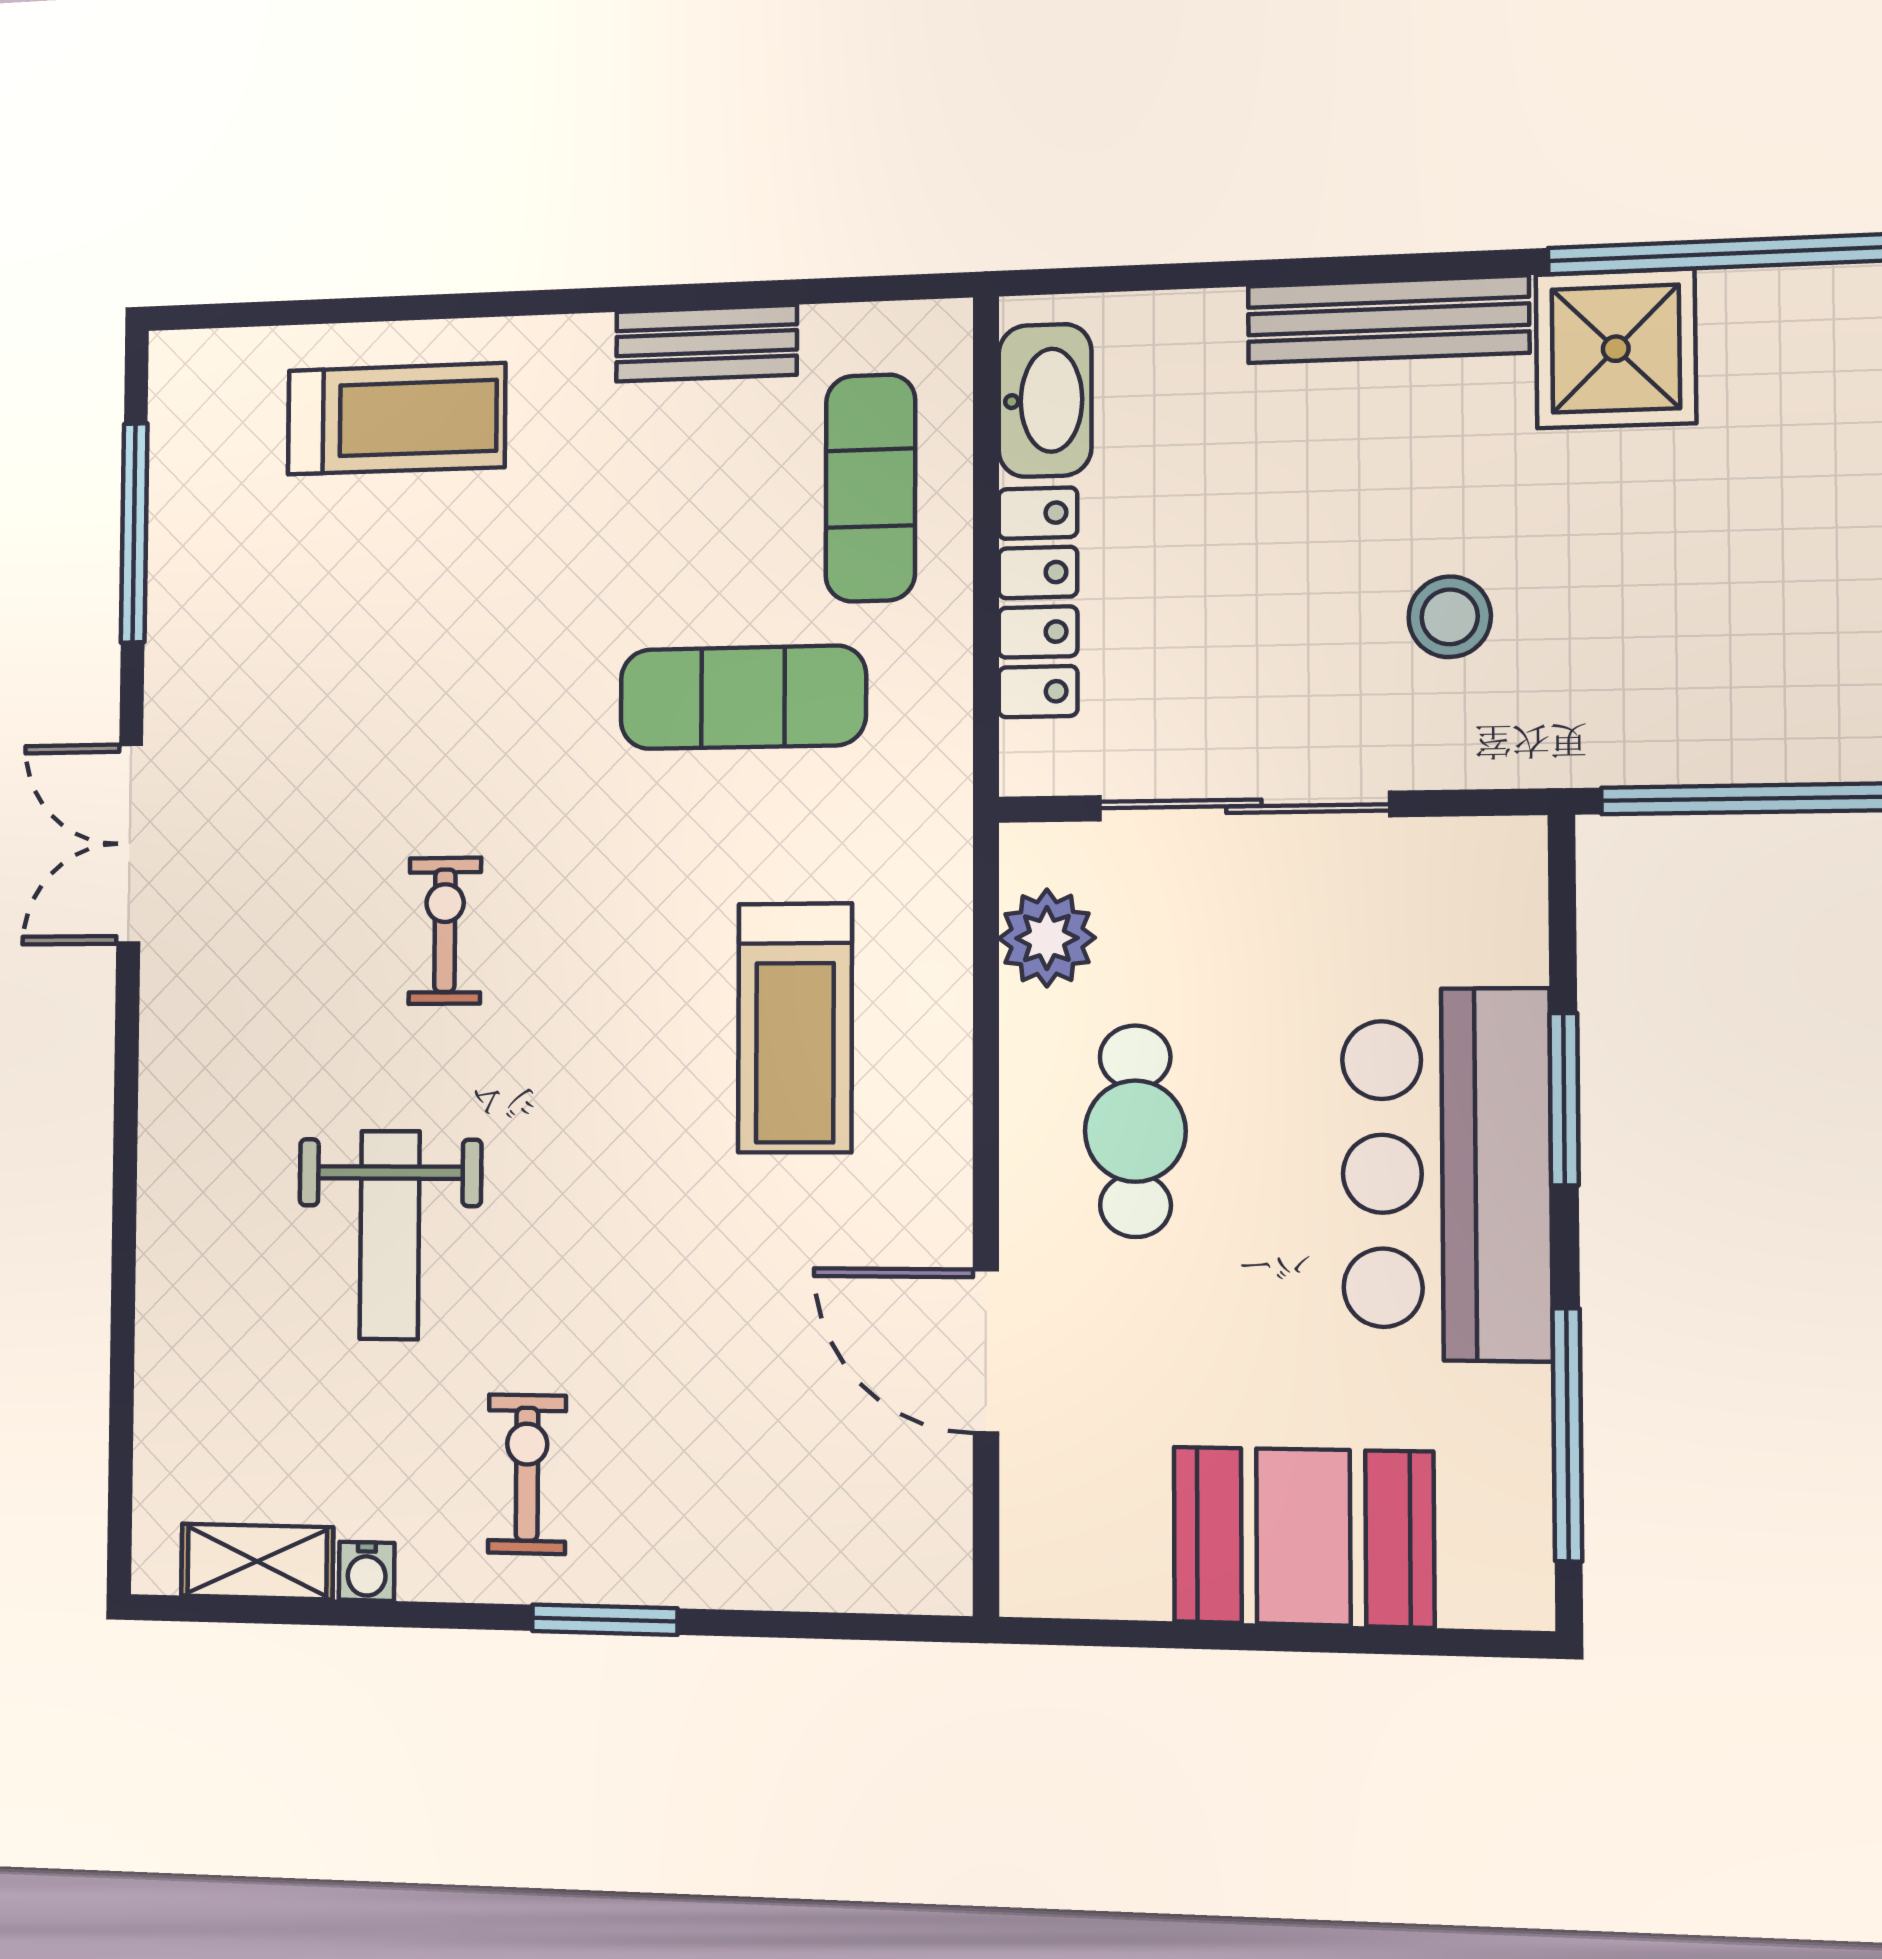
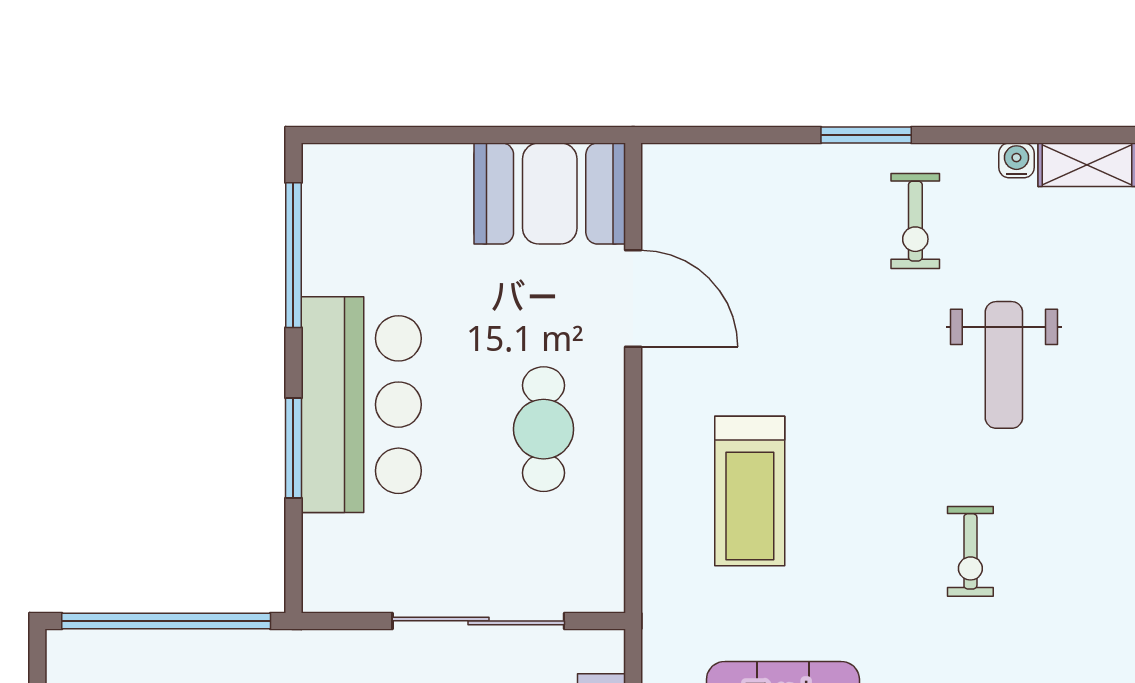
plant: (1047, 938) -> (596, 544), removed
treadmill: (795, 1028) -> (750, 491), turned 180
weight bench: (390, 1235) -> (1004, 365), turned 180
booth: (1303, 1537) -> (550, 193), moved

